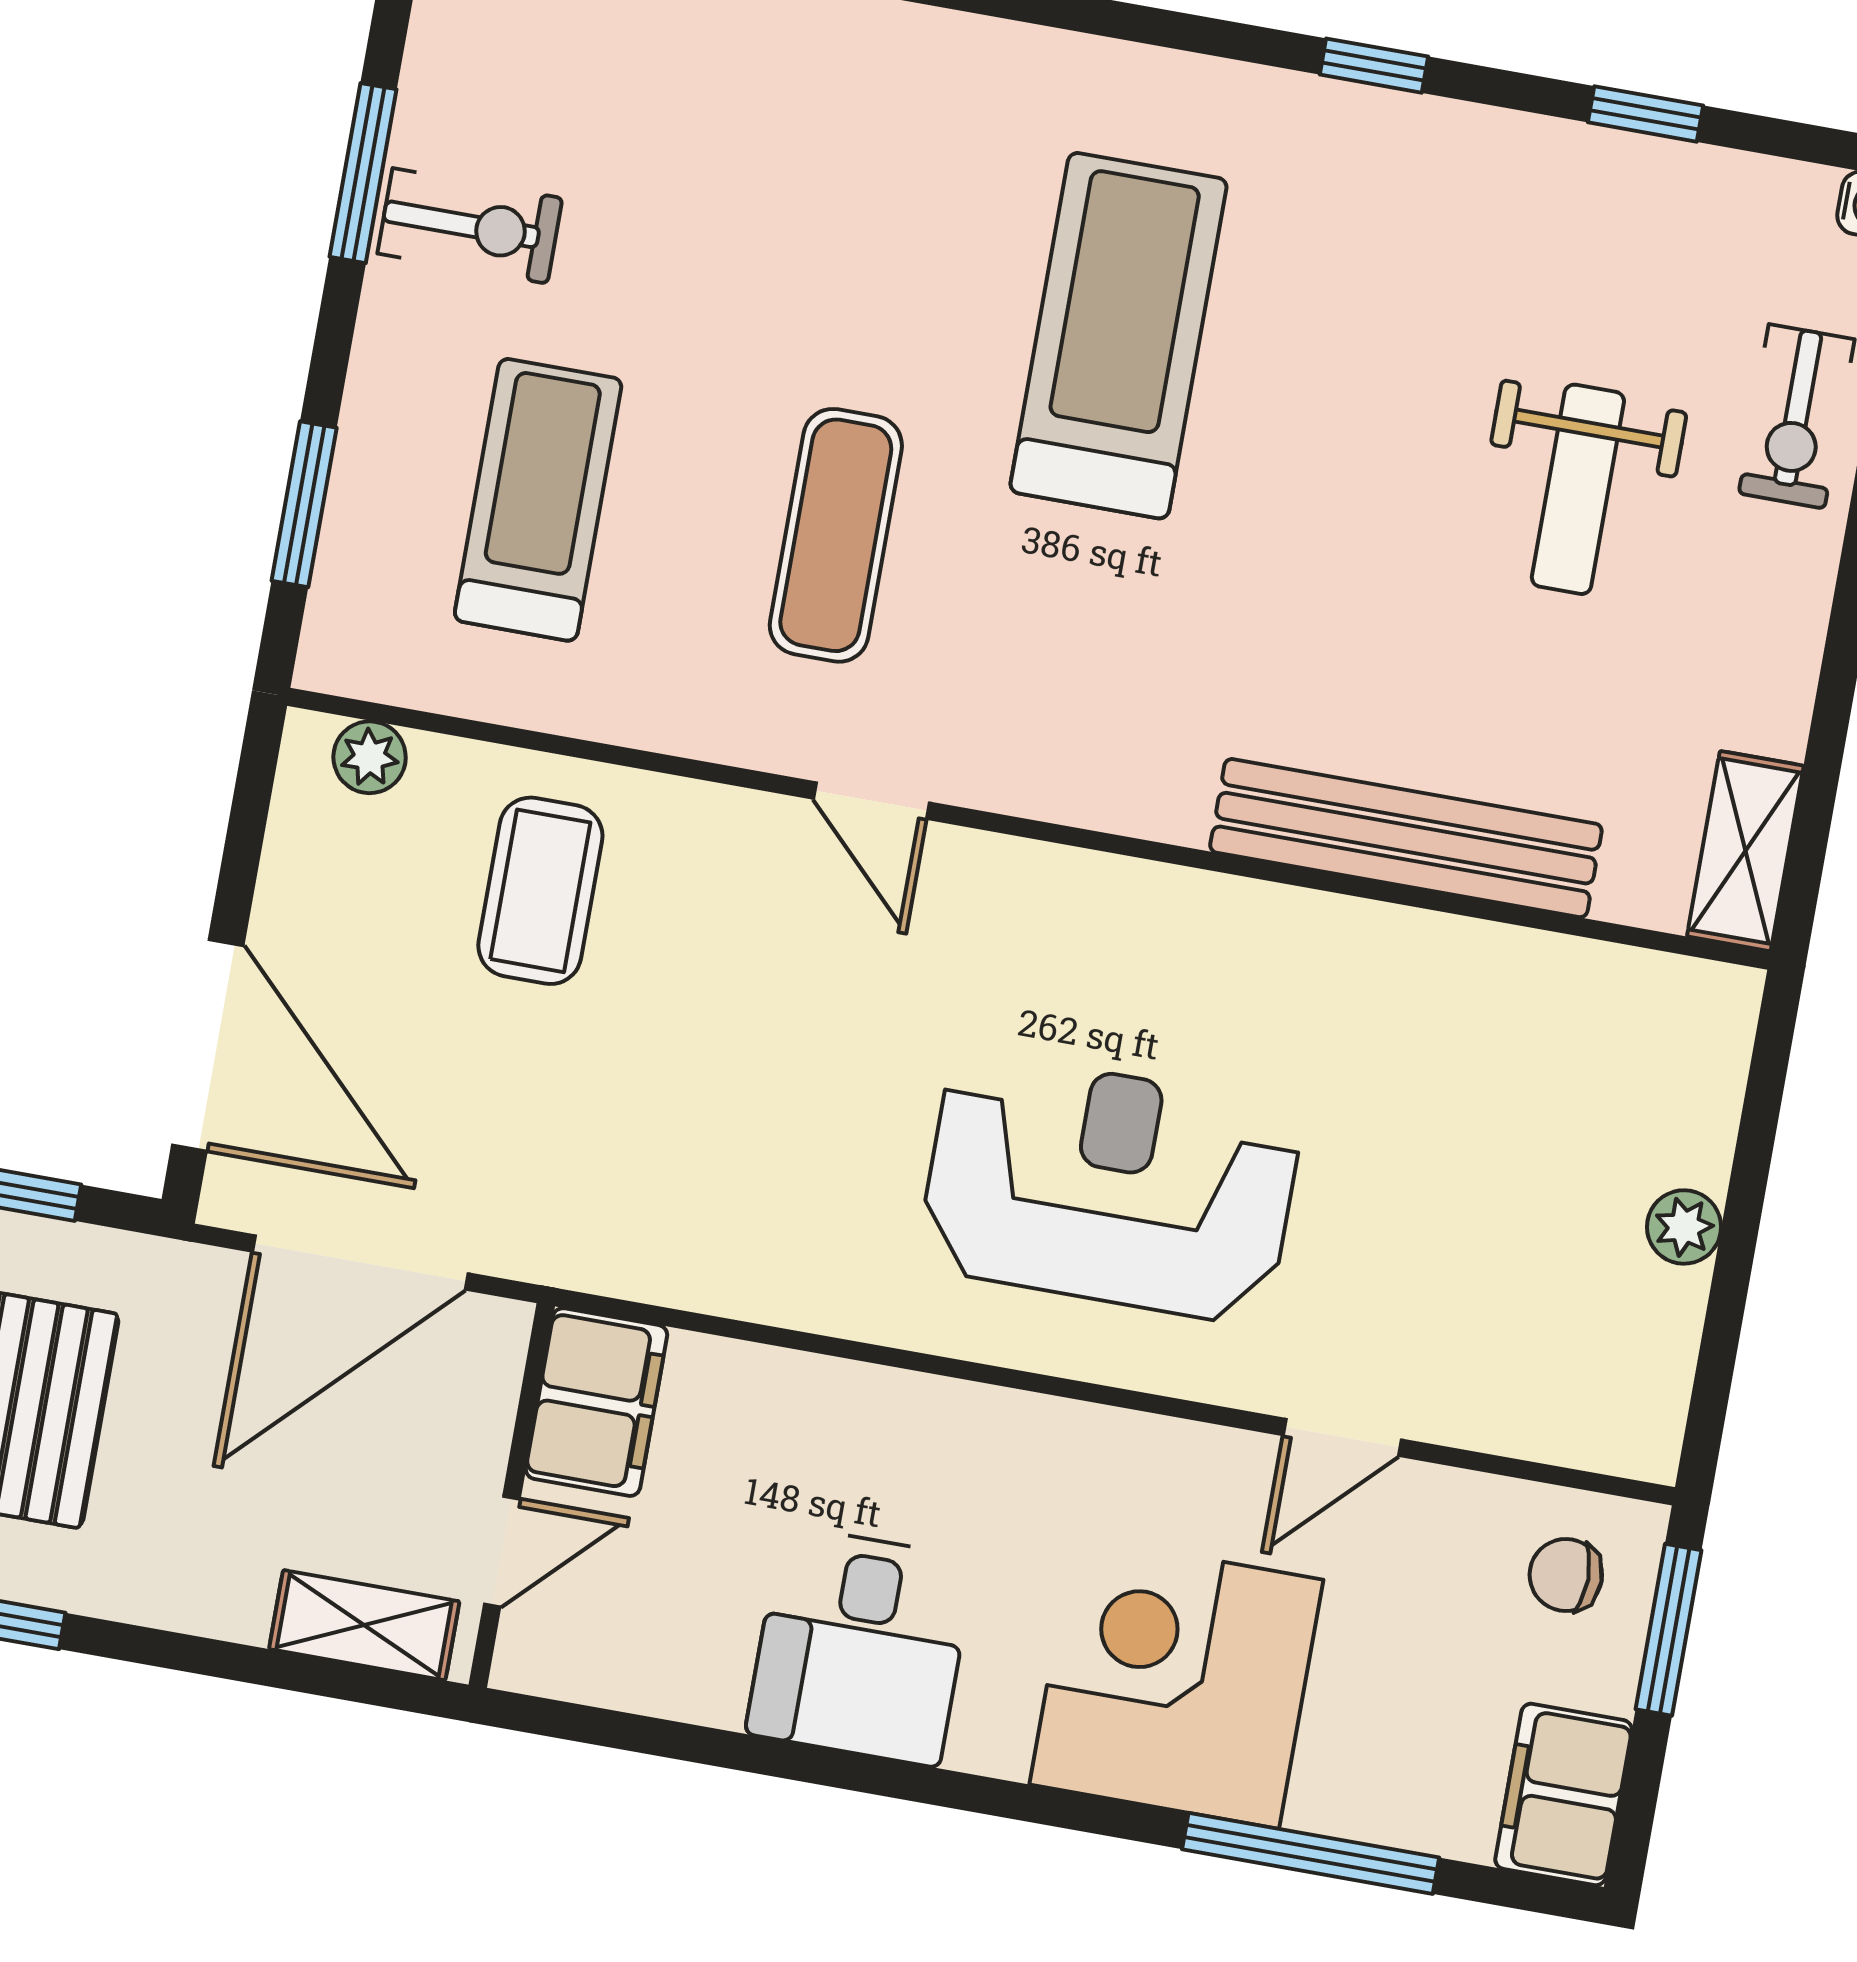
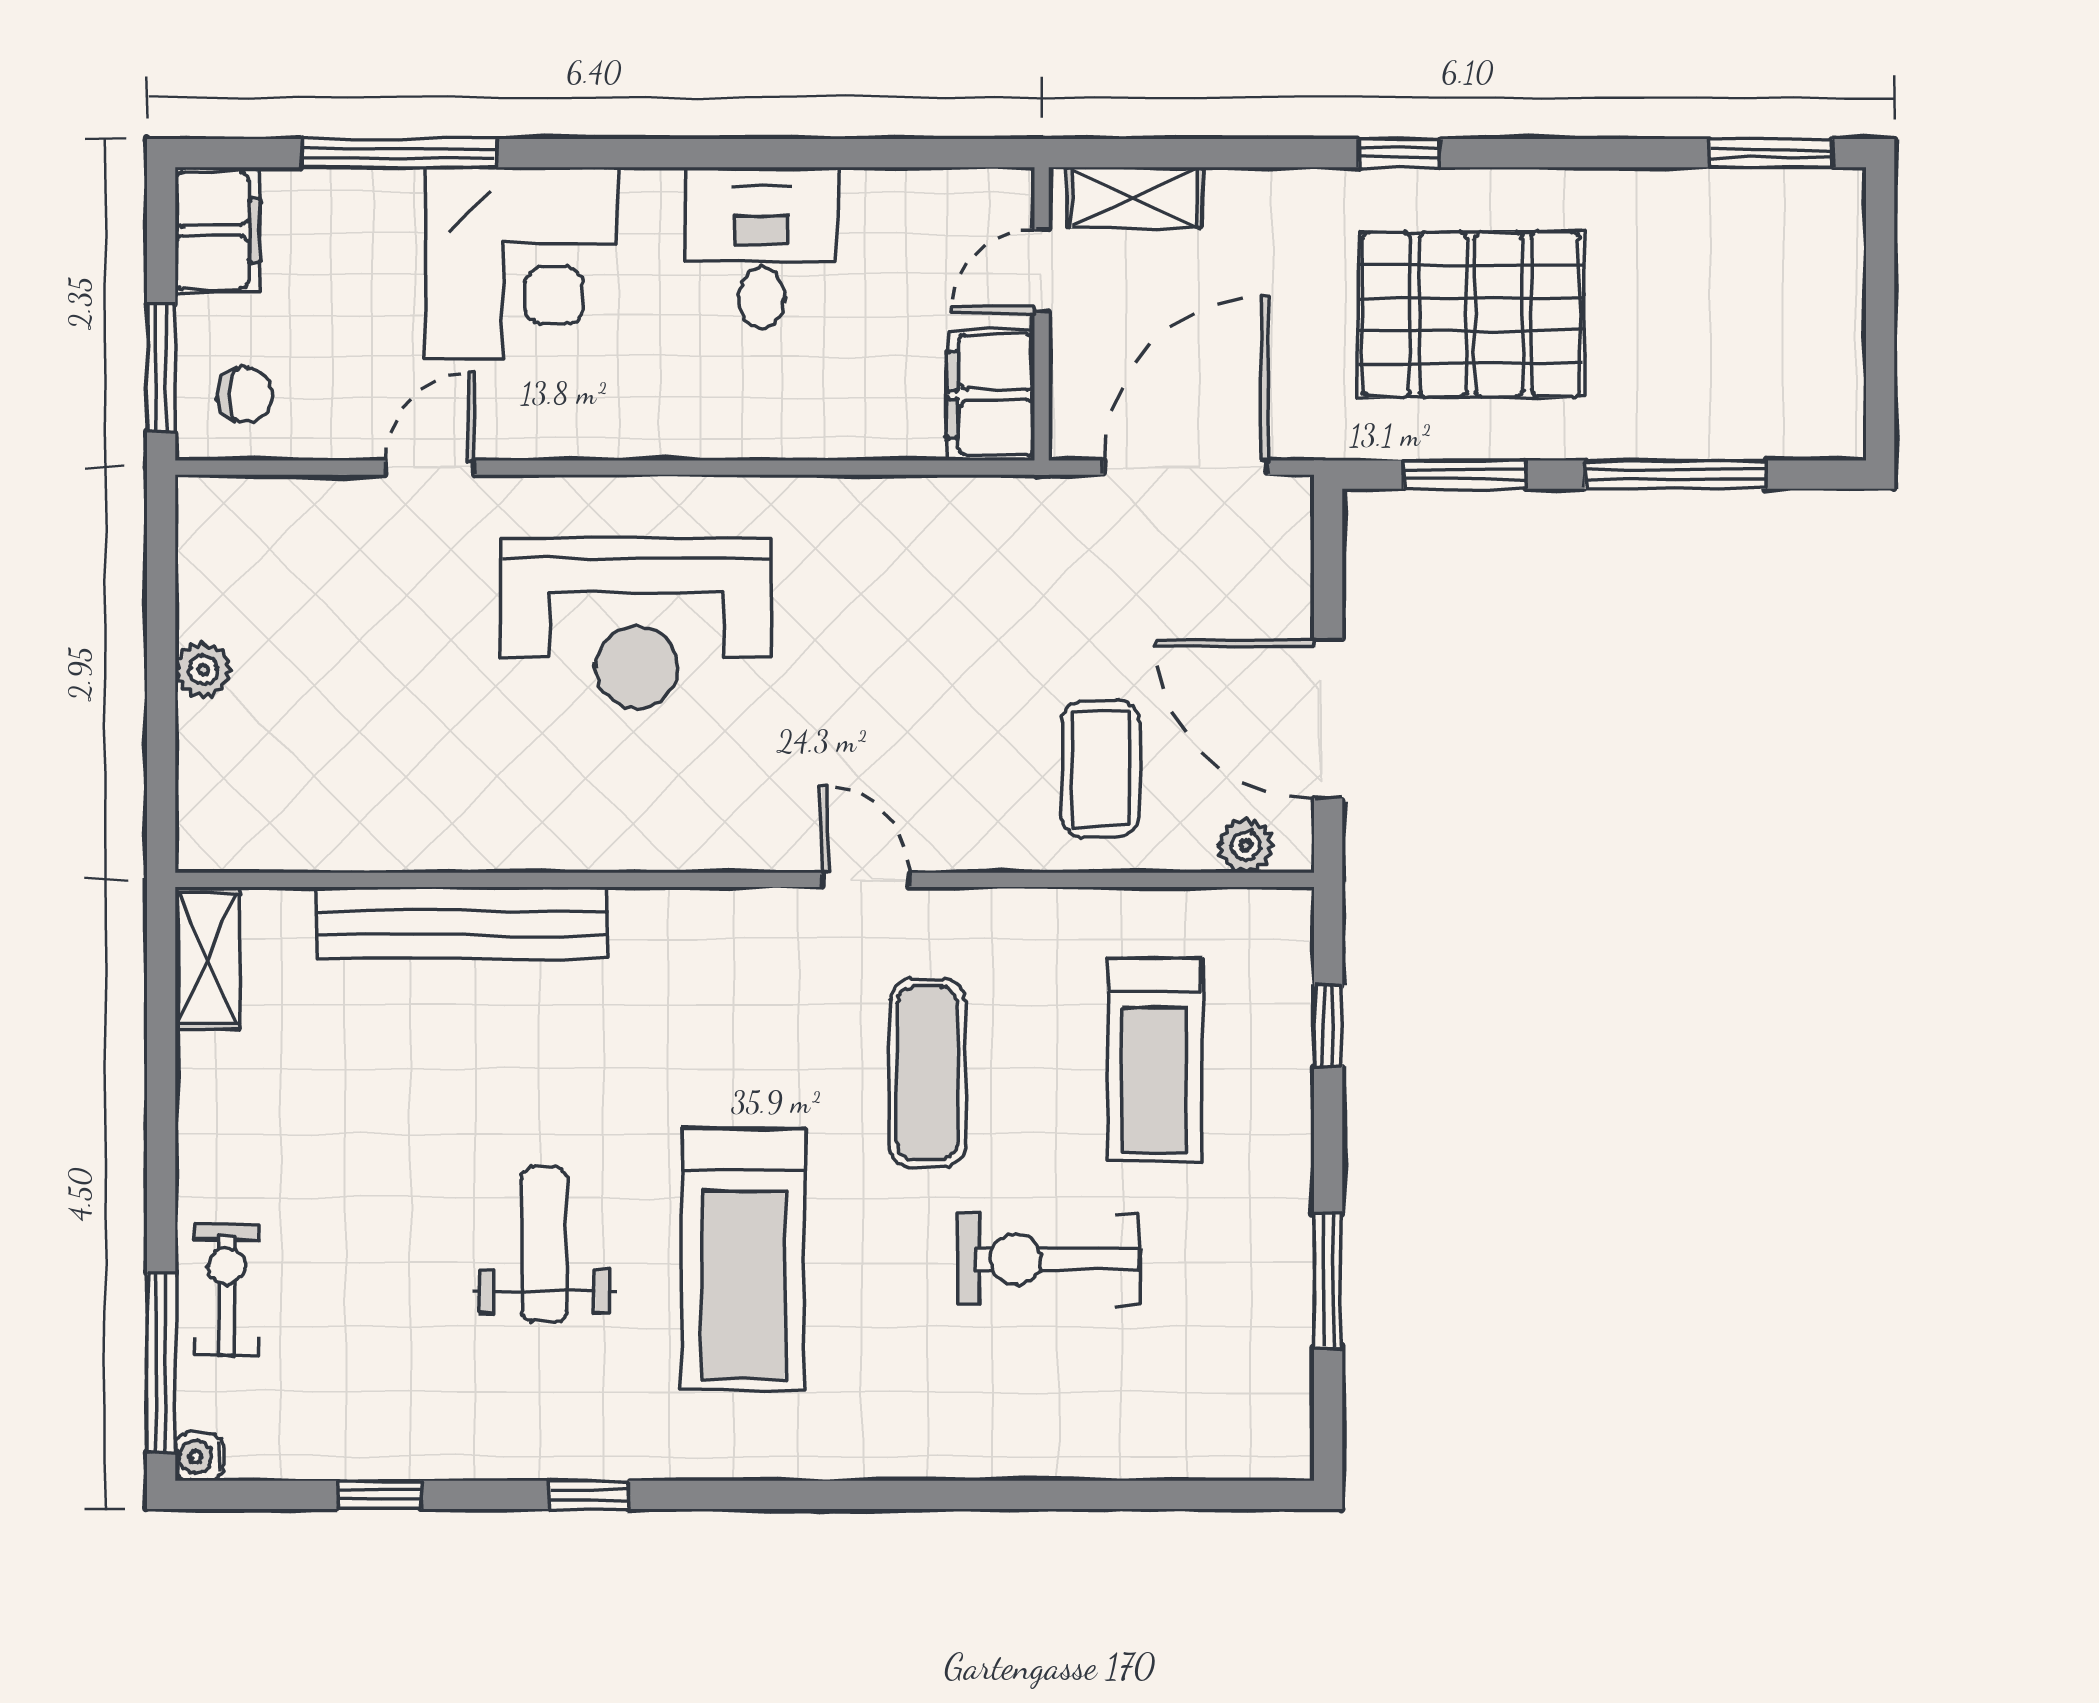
exercise bike: (470, 226) -> (1048, 1259), moved, width x1.38, depth x1.39
weight bench: (1578, 489) -> (544, 1245), moved
window: (304, 504) -> (1328, 1026), width x0.67
door: (208, 1045) -> (1328, 719), moved

